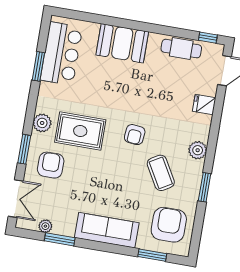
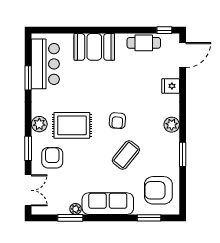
coffee table: (161, 173) -> (126, 155), moved, turned 69
armchair: (169, 225) -> (158, 190), turned -90
plant: (45, 226) -> (76, 209), moved

